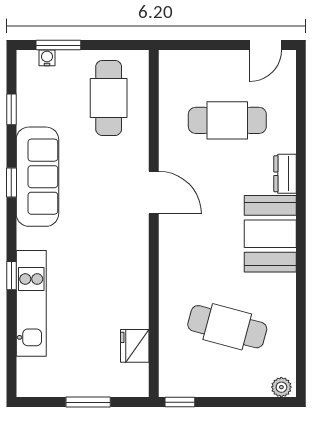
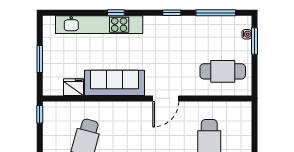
window: (11, 109) -> (216, 13), width x2.17
sofa: (37, 177) -> (114, 83), moved, turned 180
kitchen unit: (31, 303) -> (99, 25), width x1.36

